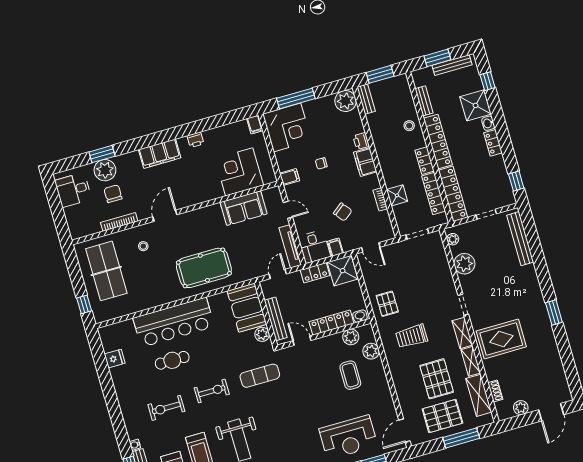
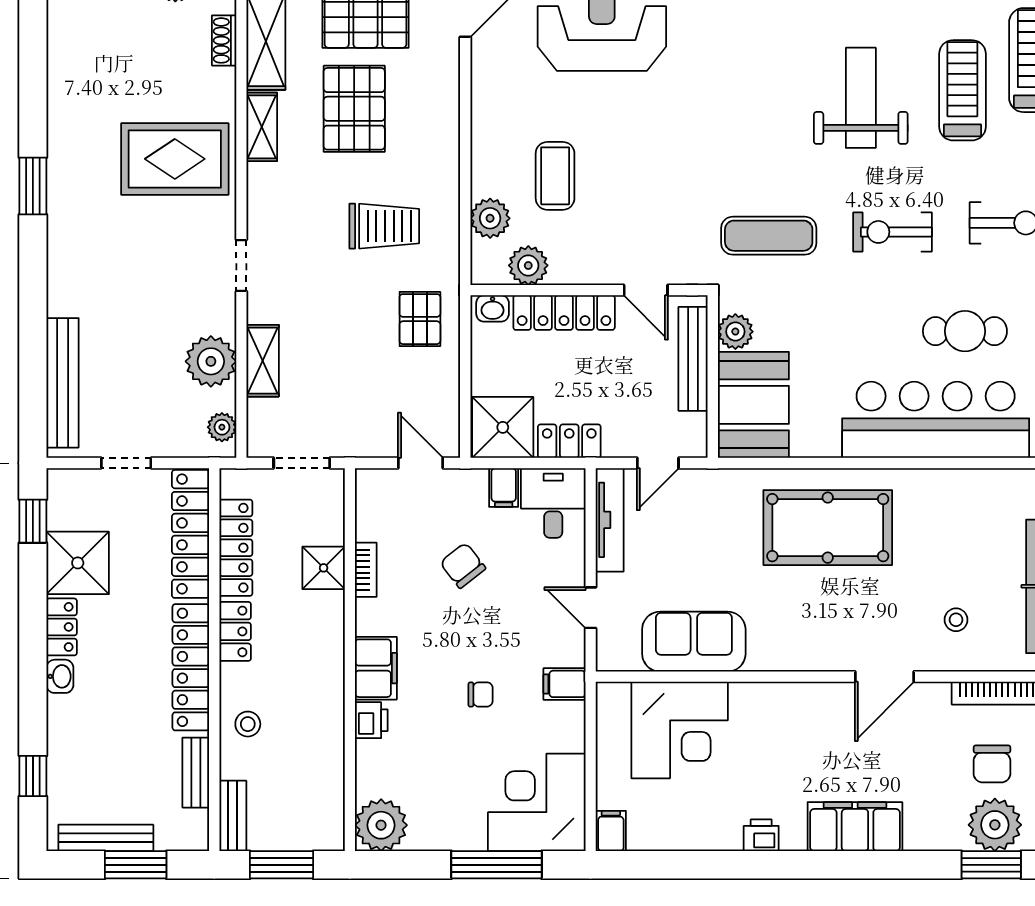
bench: (366, 99) -> (233, 816), moved
shower: (476, 105) -> (78, 563), moved
shelving: (462, 333) -> (263, 361), moved

